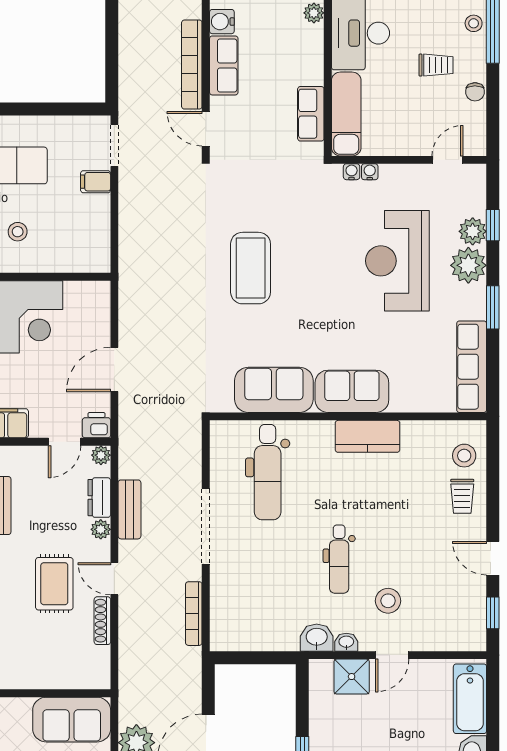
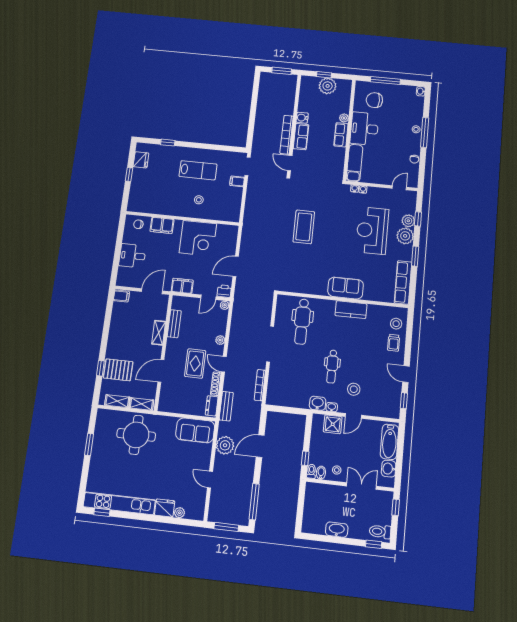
trolley: (436, 65) -> (397, 146), removed
row of seats: (311, 114) -> (341, 135), moved
sofa: (274, 390) -> (309, 283), removed
dresser: (99, 498) -> (212, 406), moved
bench: (129, 509) -> (226, 406), moved

